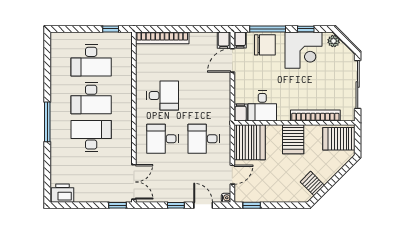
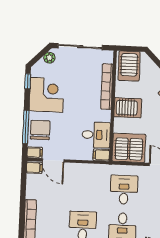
window: (306, 29) -> (28, 81), moved
plant: (334, 41) -> (49, 58), moved
desk: (204, 139) -> (124, 190), turned 180

